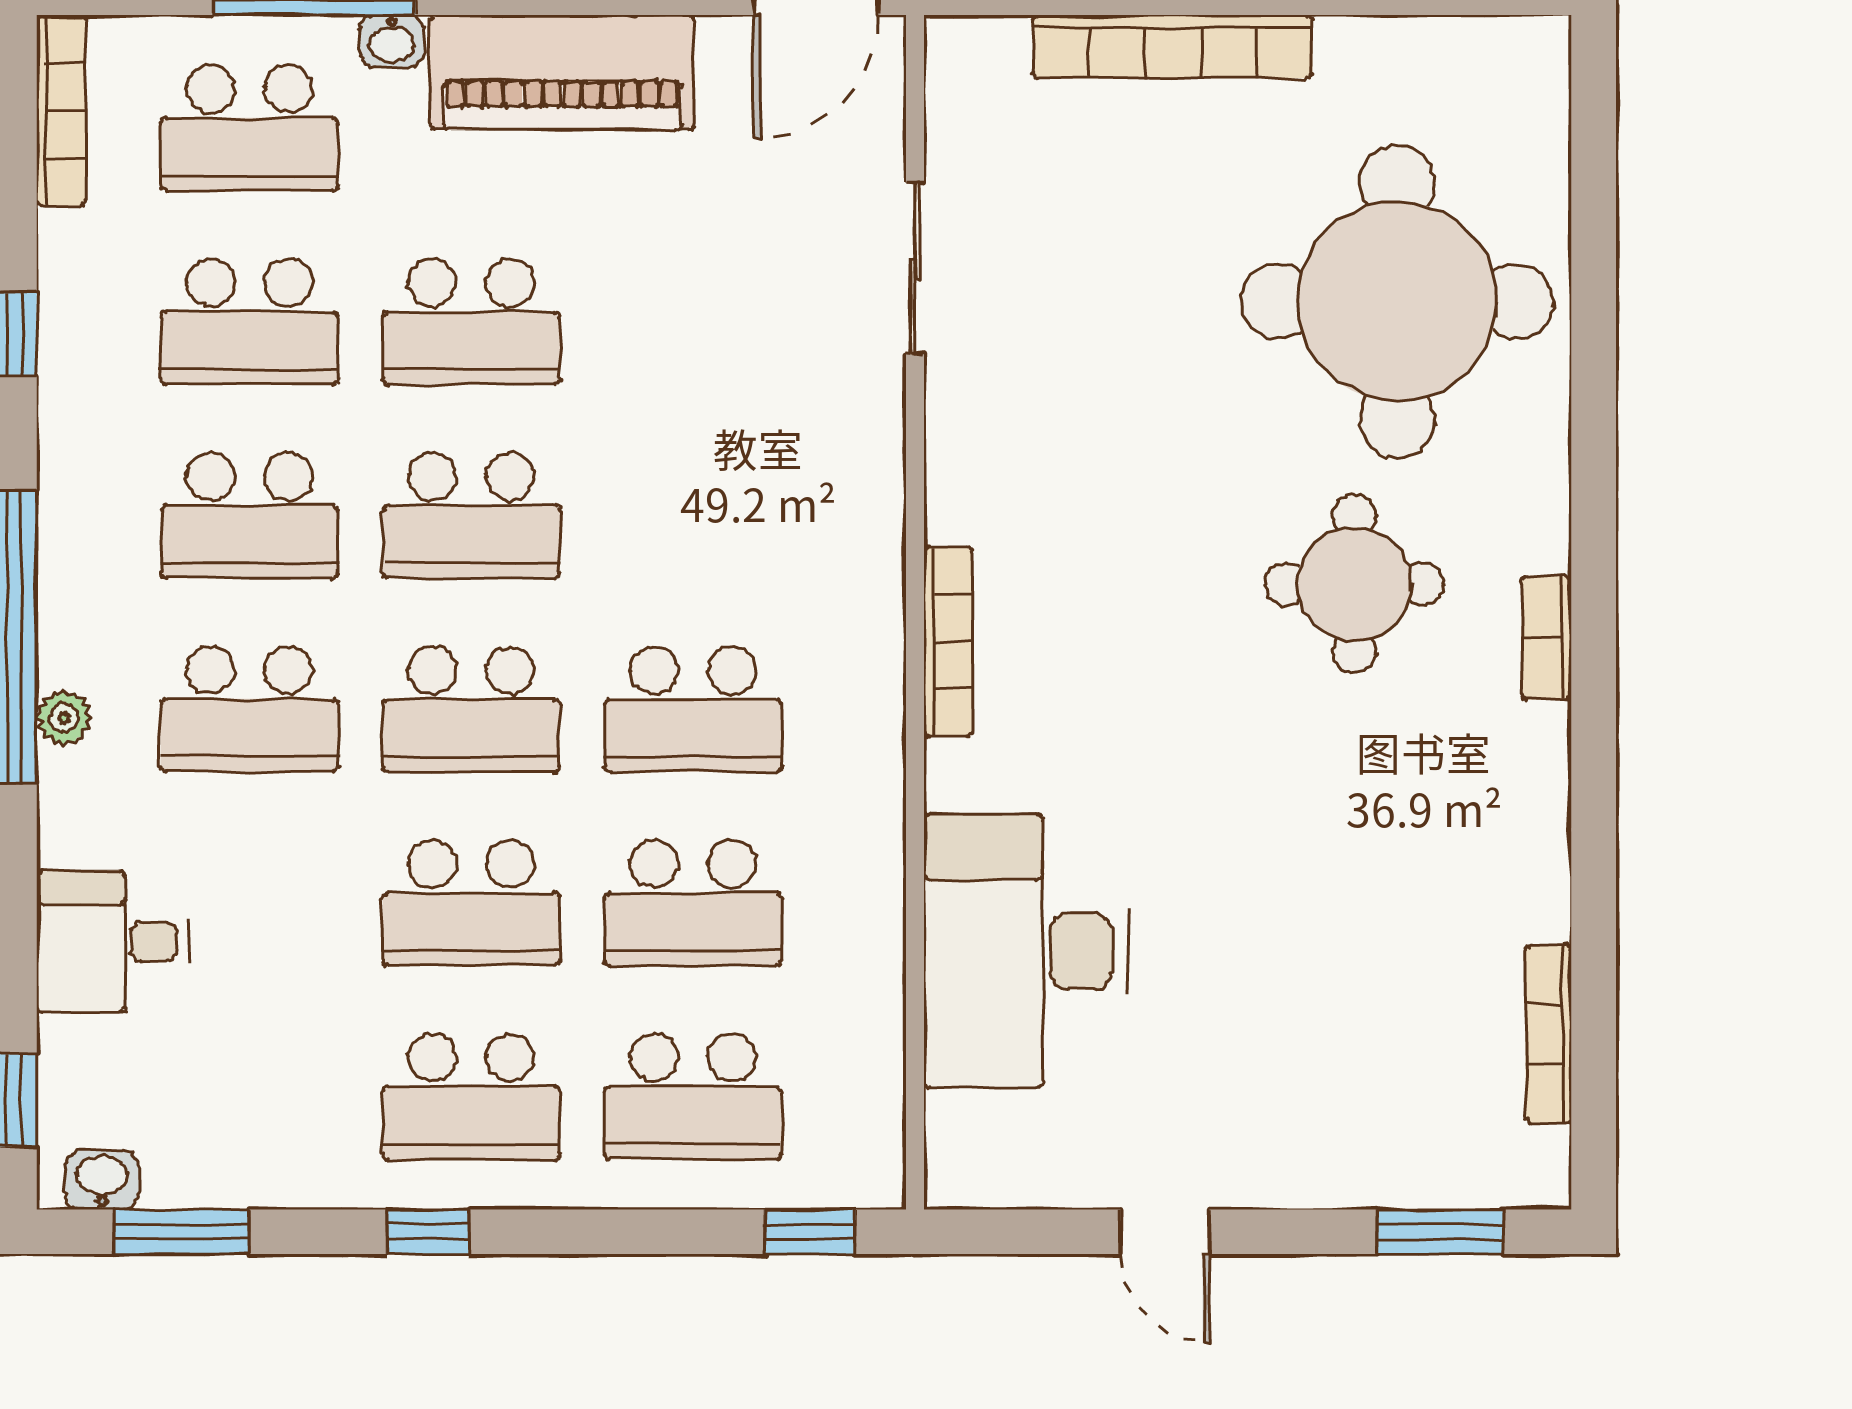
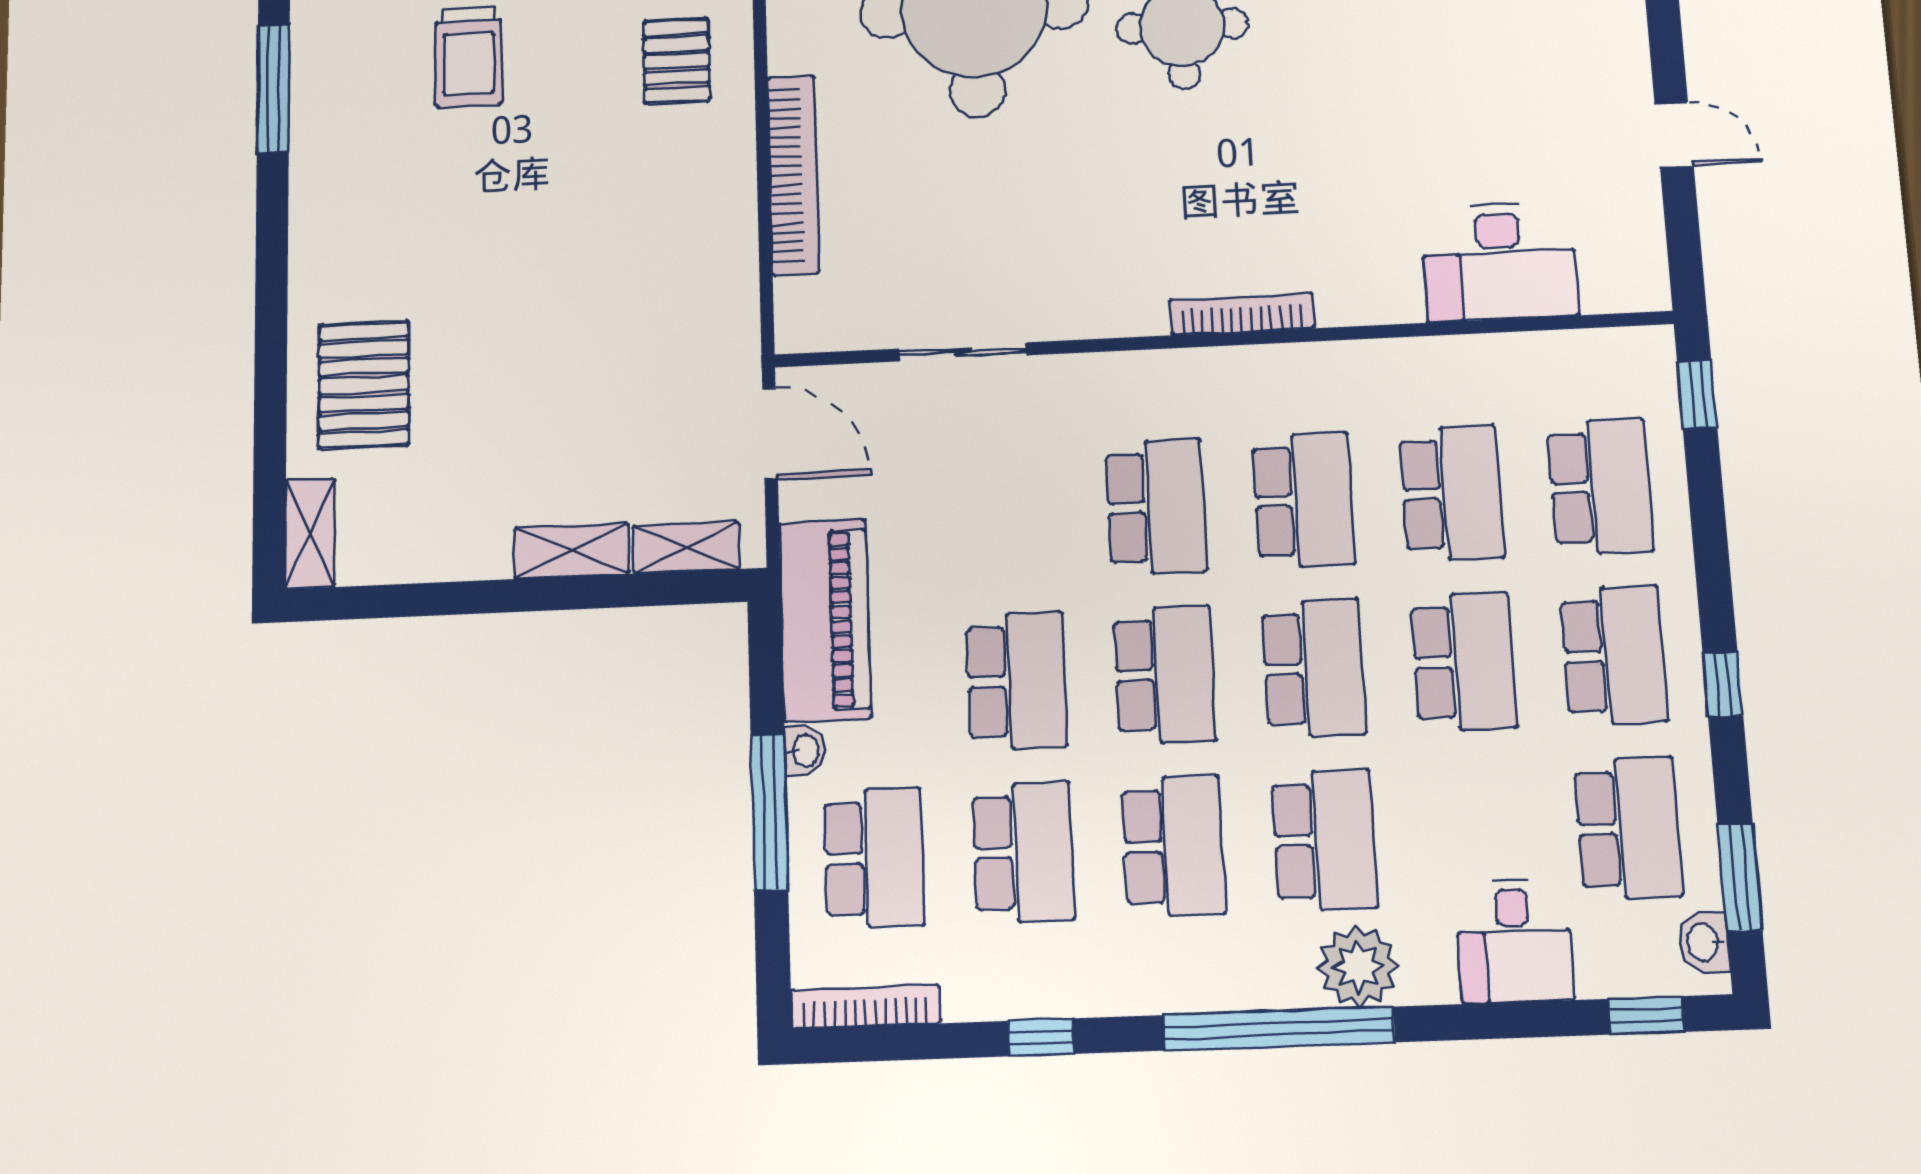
school desk: (693, 515) -> (1156, 507), added
plant: (64, 718) -> (1358, 967), width x1.87, depth x1.87
desk: (1026, 951) -> (1499, 262), width x0.73, depth x0.77
school desk: (249, 1096) -> (1628, 828), added
door: (1165, 1232) -> (1674, 135), hinge flipped

